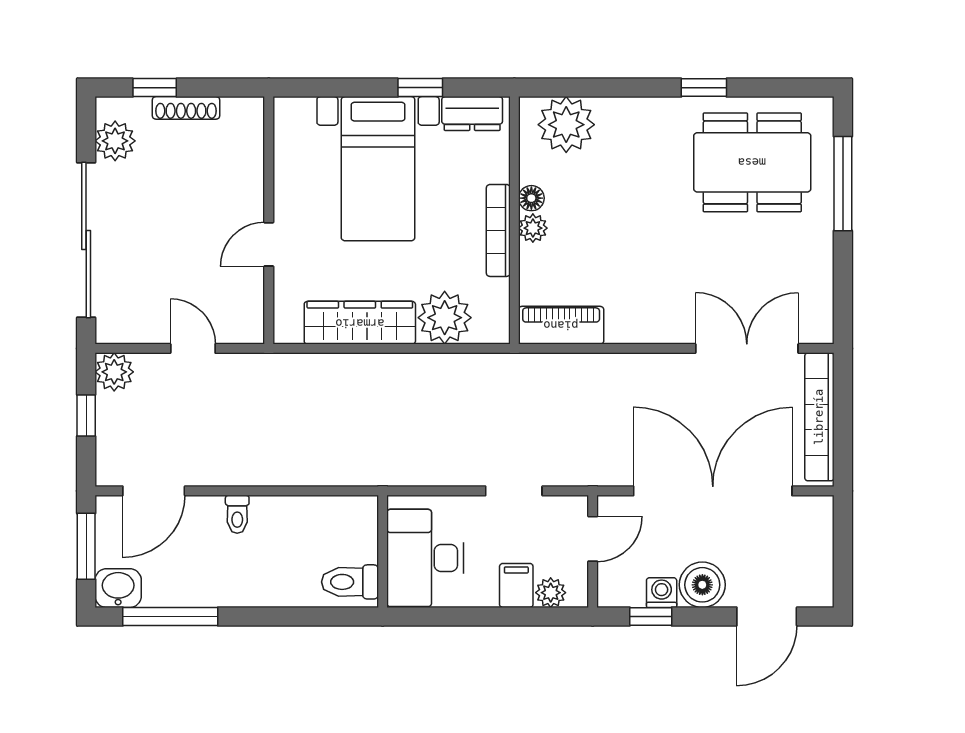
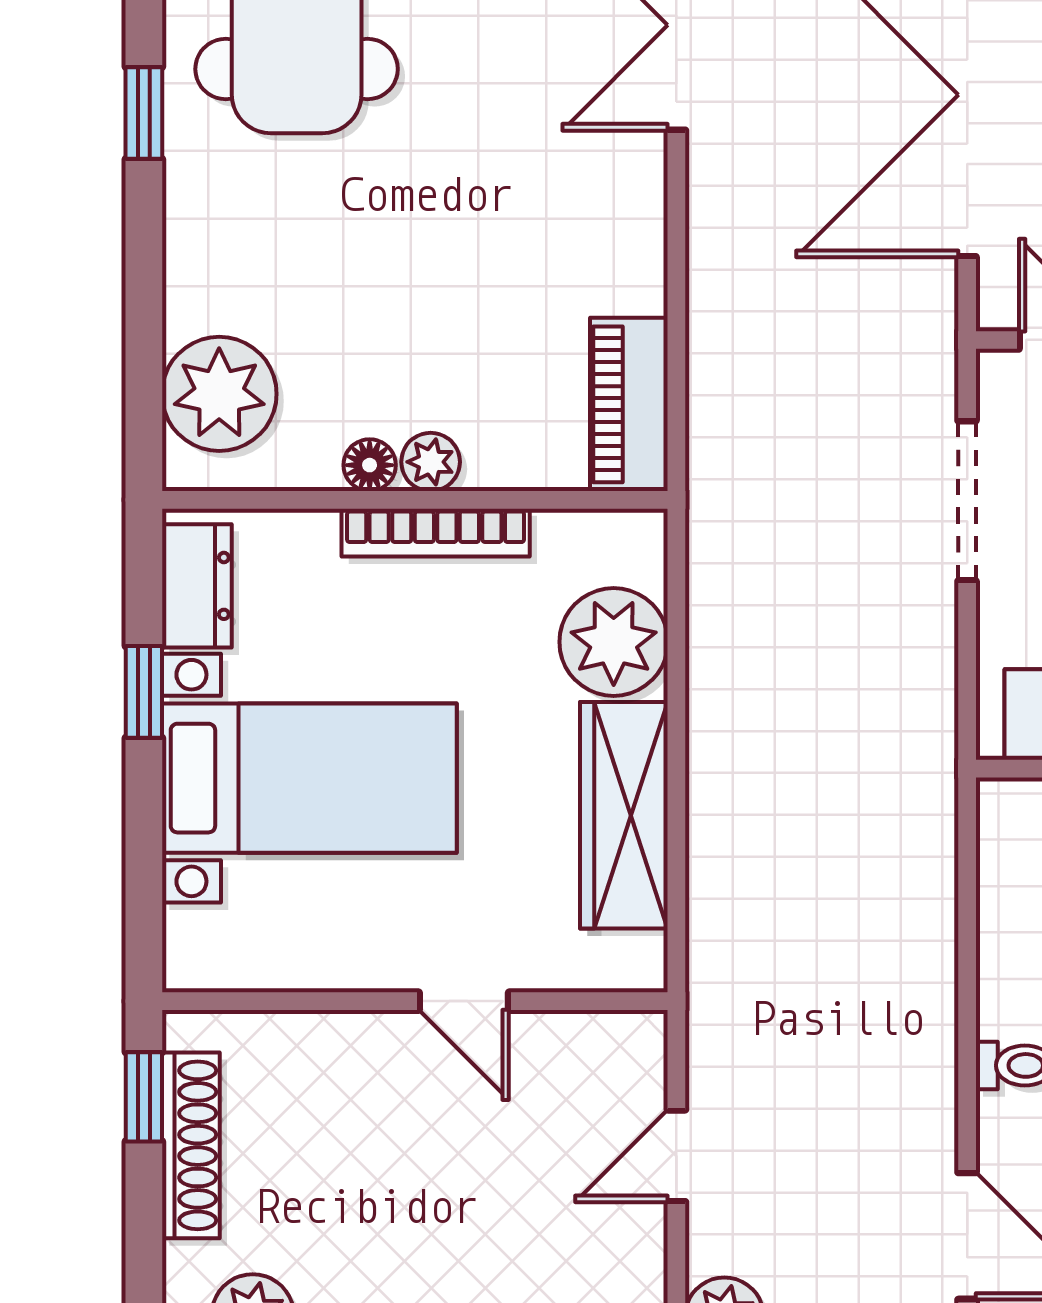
window: (155, 88) -> (144, 1097), moved
shoe rack: (186, 108) -> (191, 1145), width x1.36, depth x1.24
doorway: (514, 491) -> (967, 501), width x1.38

